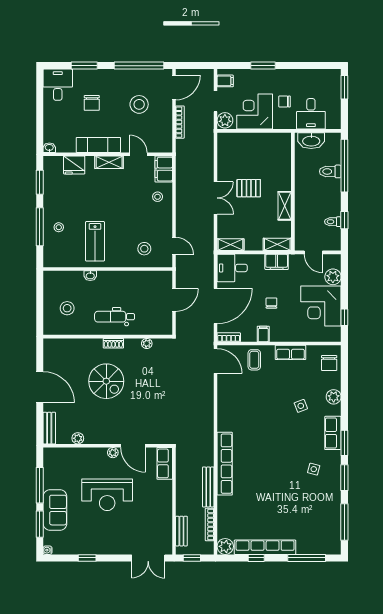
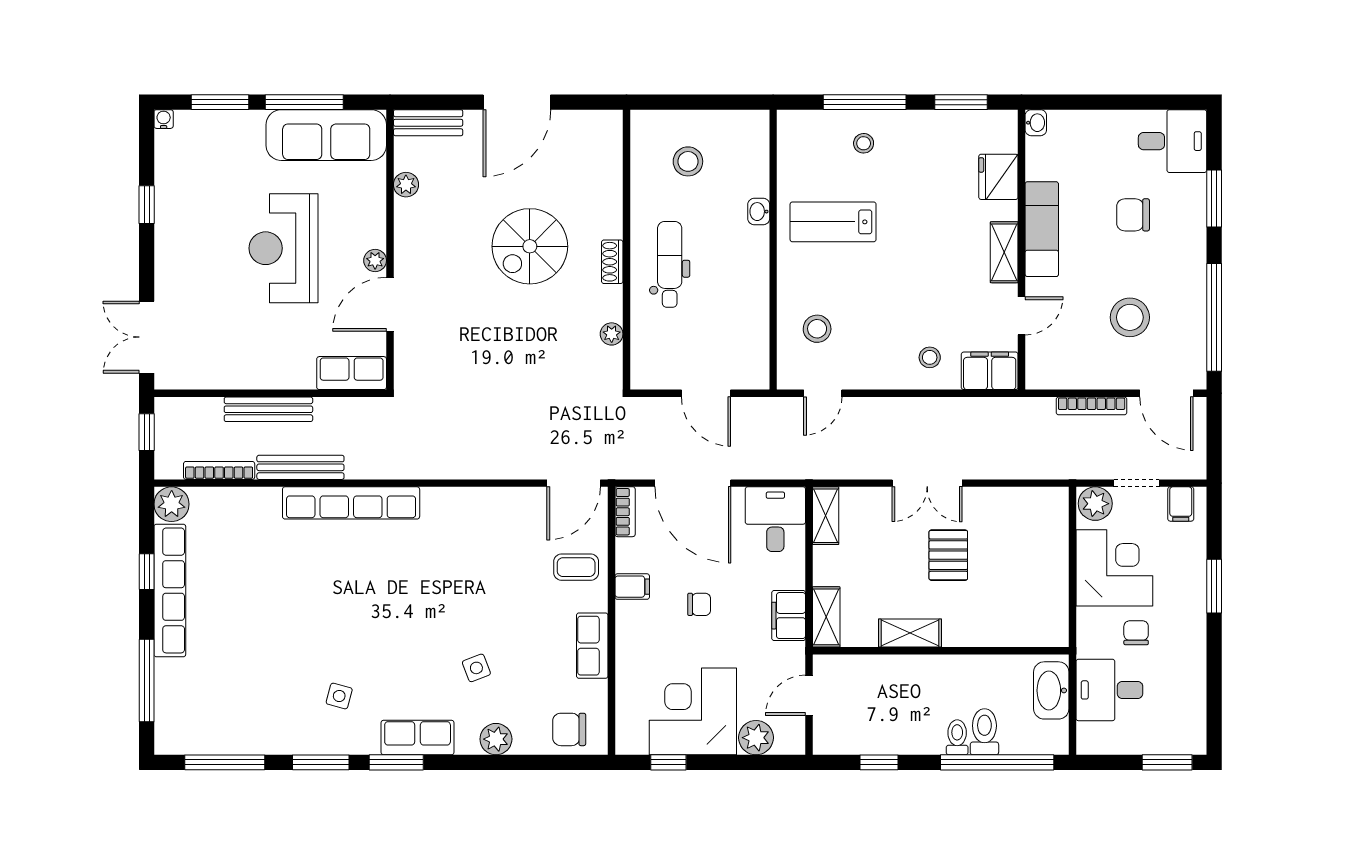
toilet: (333, 222) -> (957, 737), moved
sofa: (55, 510) -> (326, 135), moved, width x1.36
bench: (181, 531) -> (268, 409), moved, width x1.36

